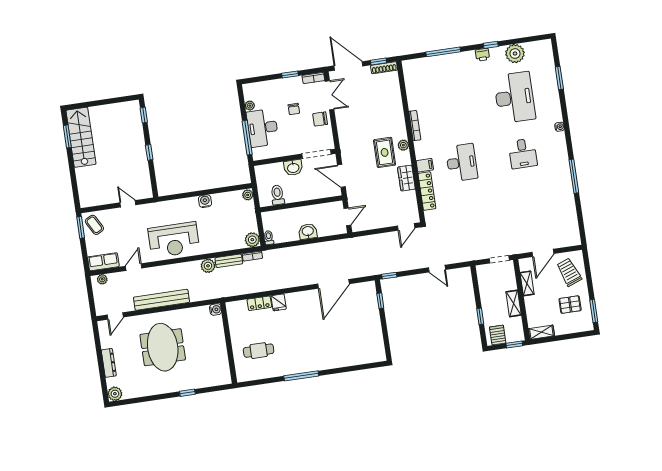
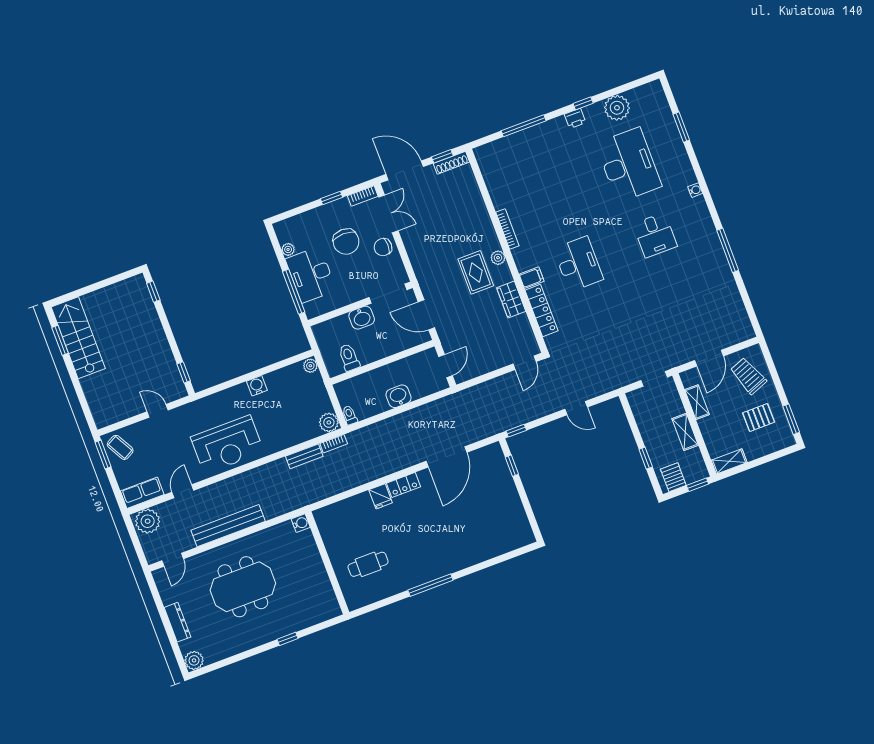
chair: (294, 109) -> (346, 242), width x1.87, depth x1.87
window: (149, 152) -> (184, 372), moved
plant: (208, 266) -> (279, 469), removed
plant: (102, 279) -> (148, 521), width x1.87, depth x1.87
locker: (259, 303) -> (403, 485), moved
meeting table: (163, 347) -> (243, 587), turned 90

